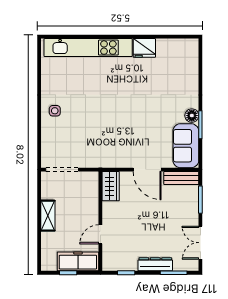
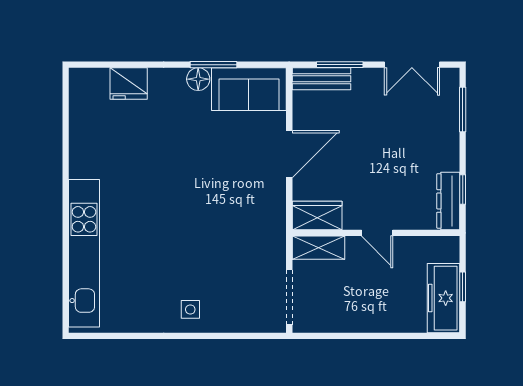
fridge: (144, 48) -> (129, 83), moved, turned 90
bench: (181, 178) -> (321, 79), moved, turned 90
shelving: (48, 216) -> (318, 248), moved
door: (100, 234) -> (377, 233), moved
freezer: (78, 261) -> (443, 298), moved
dresser: (155, 264) -> (448, 201), moved

